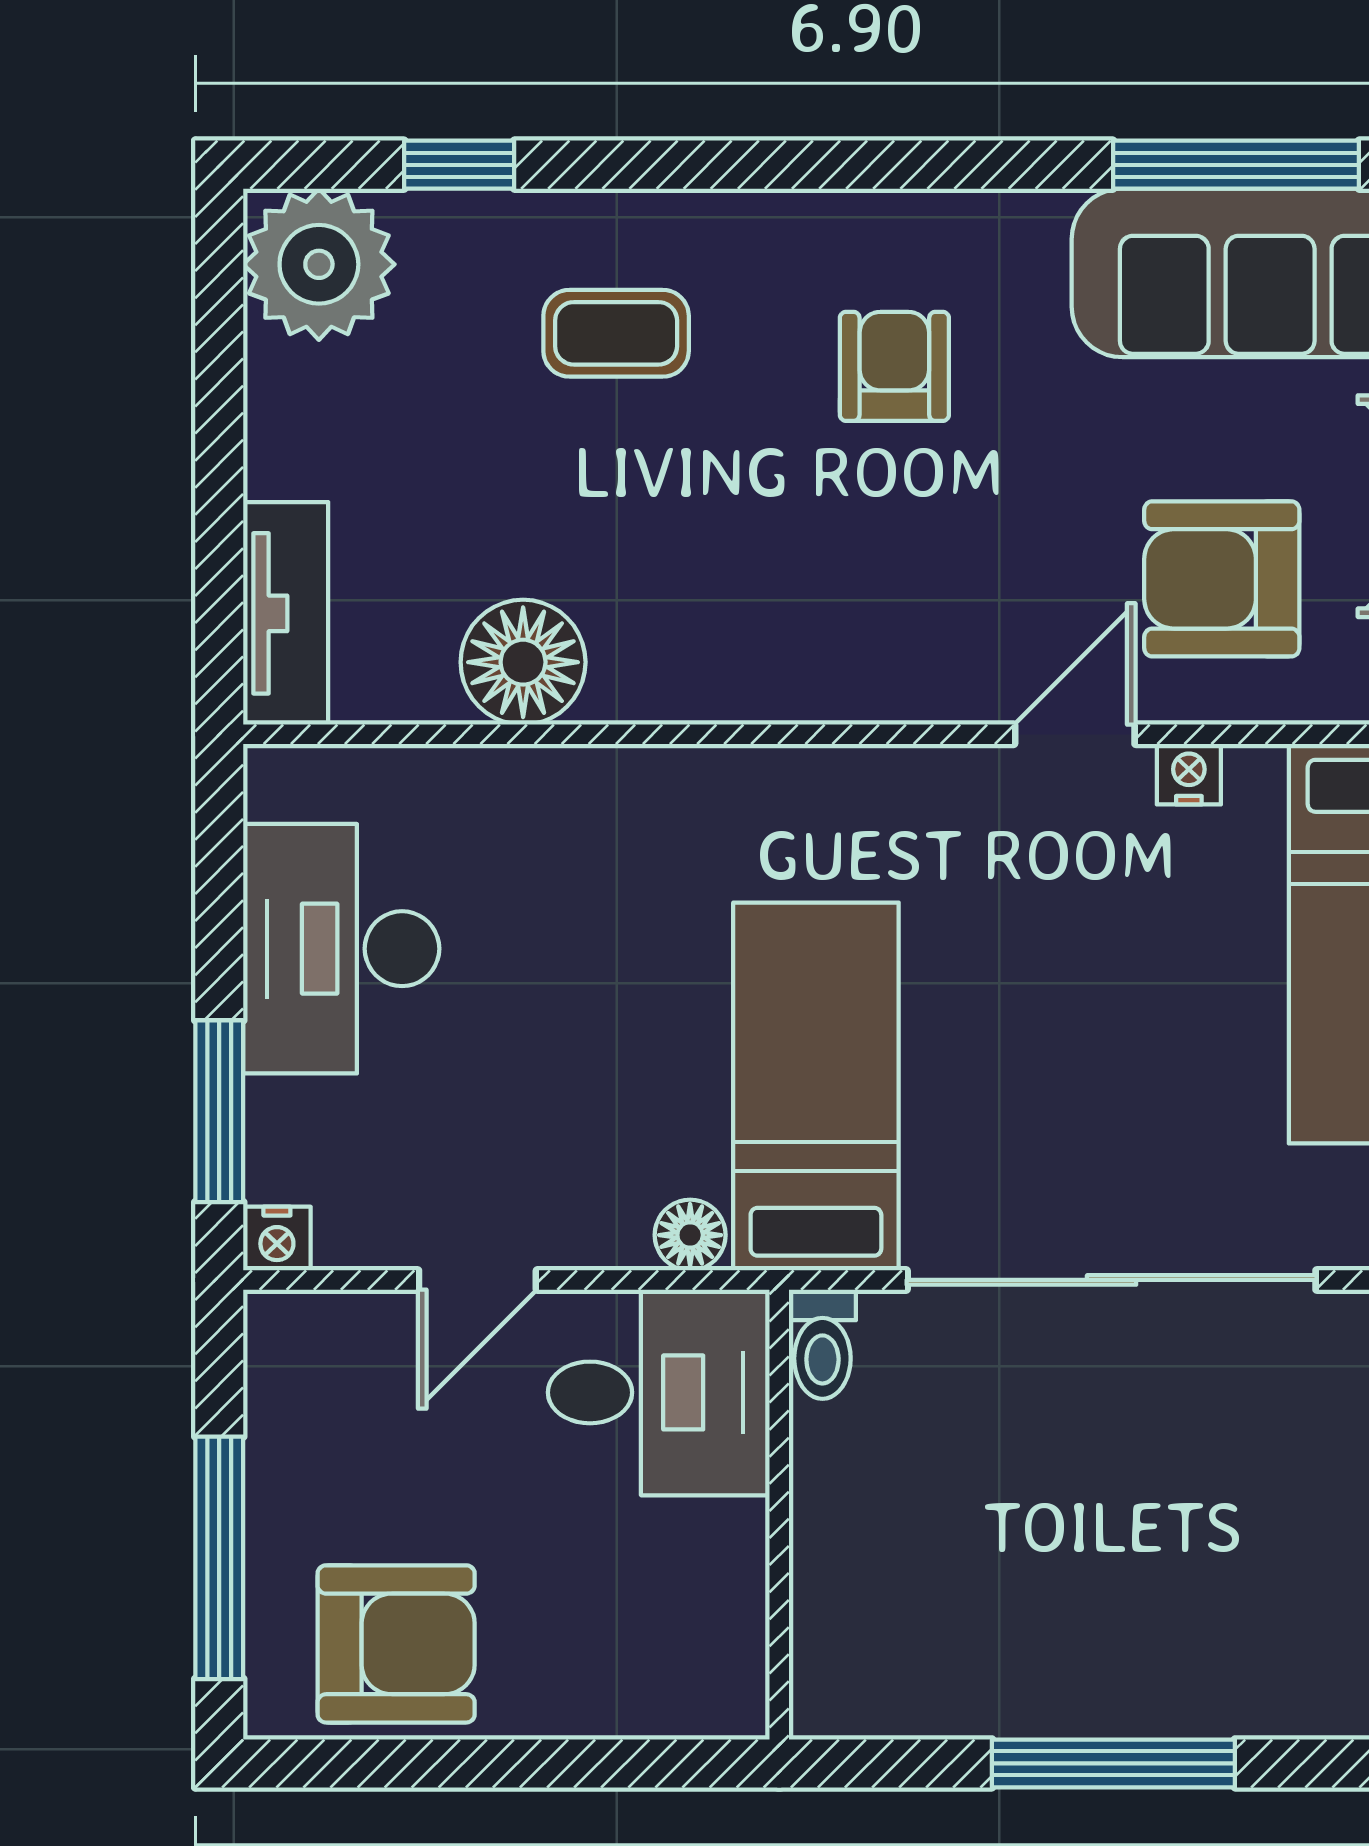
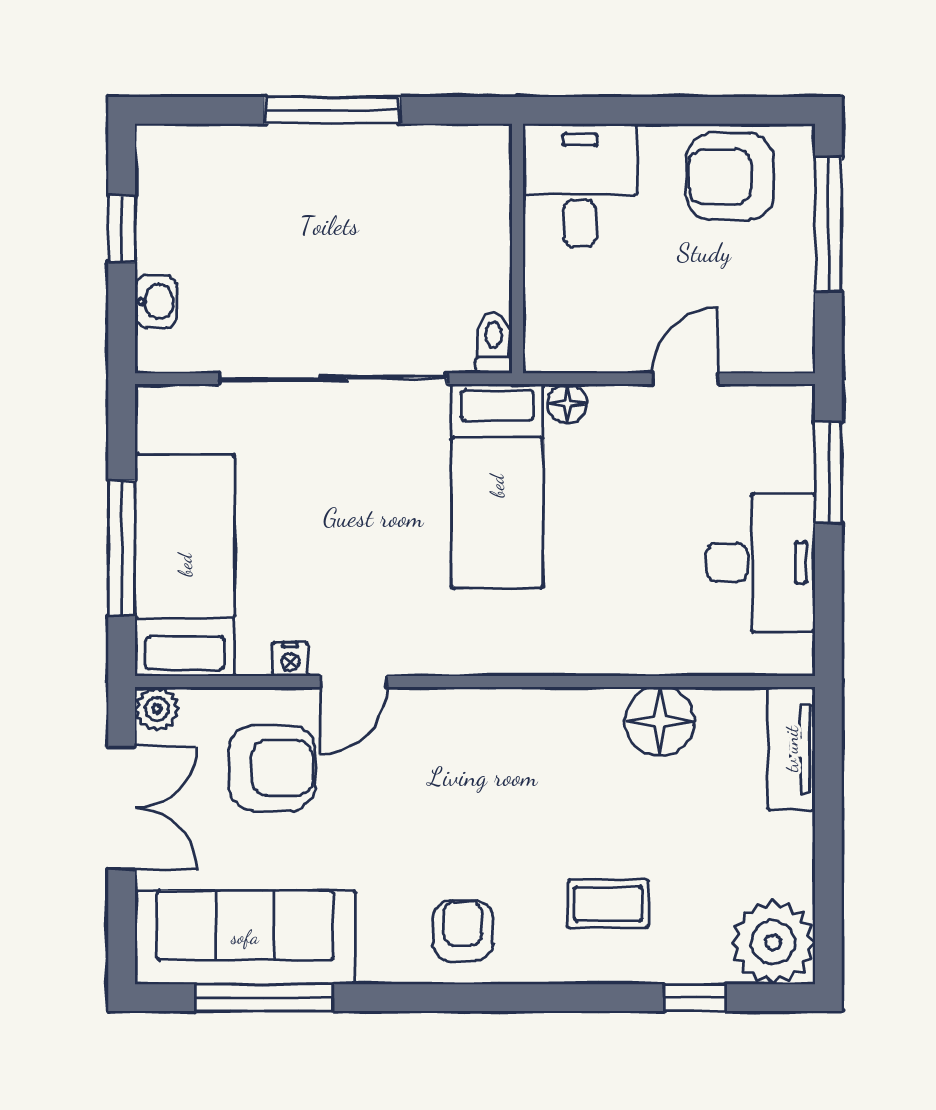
armchair: (894, 366) -> (463, 931), moved, turned 180
nightstand: (277, 1239) -> (796, 402), removed
desk: (659, 1392) -> (580, 185), moved, turned 90

